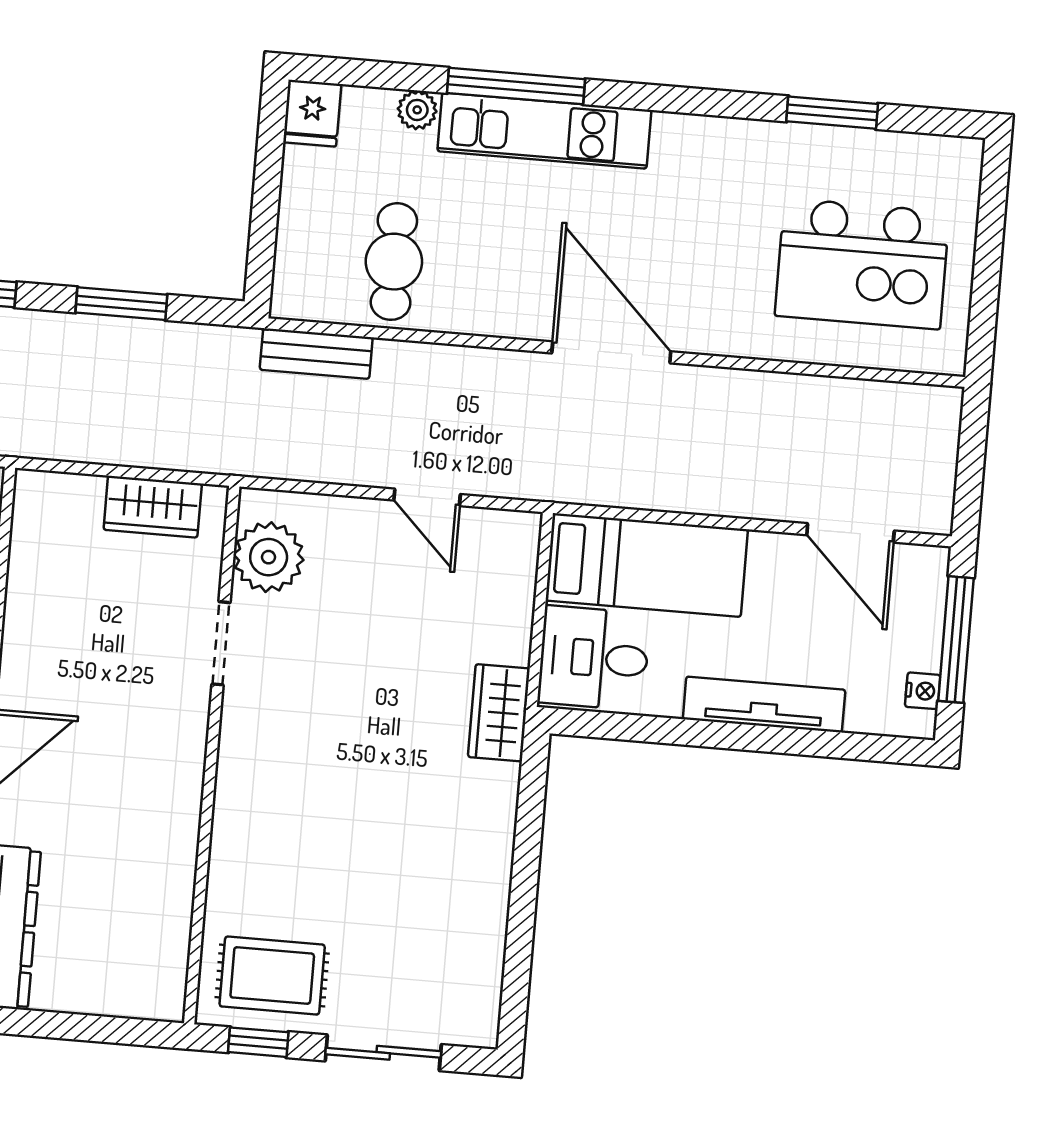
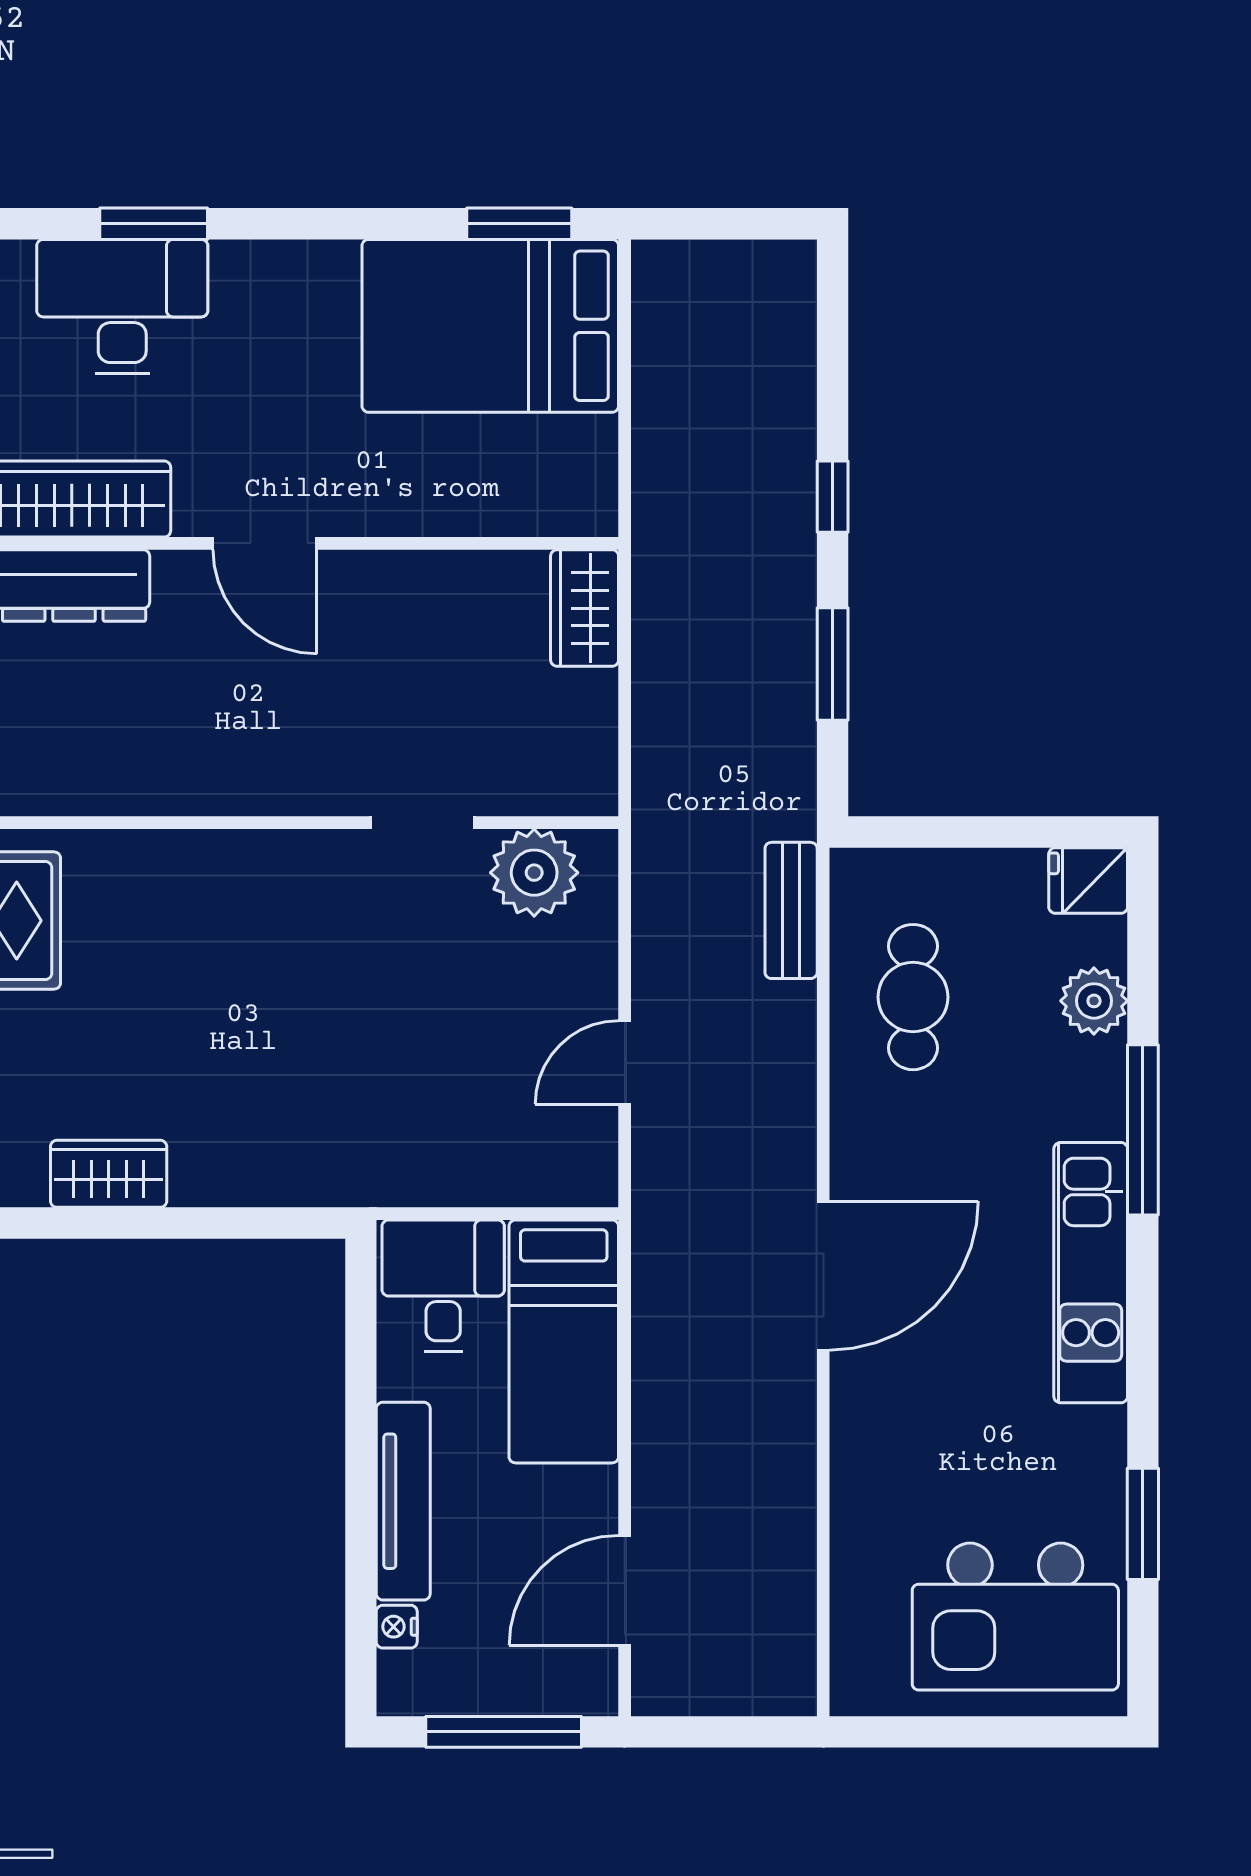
plant: (417, 110) -> (1094, 1001), width x1.38, depth x1.38
kitchen unit: (544, 131) -> (1091, 1273), moved
cafe table: (394, 262) -> (913, 997), turned 90
kitchen island: (862, 264) -> (1015, 1617), moved, turned -90
wardrobe: (153, 507) -> (585, 608), moved
nightstand: (923, 691) -> (397, 1627), moved, turned 90
wardrobe: (499, 713) -> (109, 1174), moved

